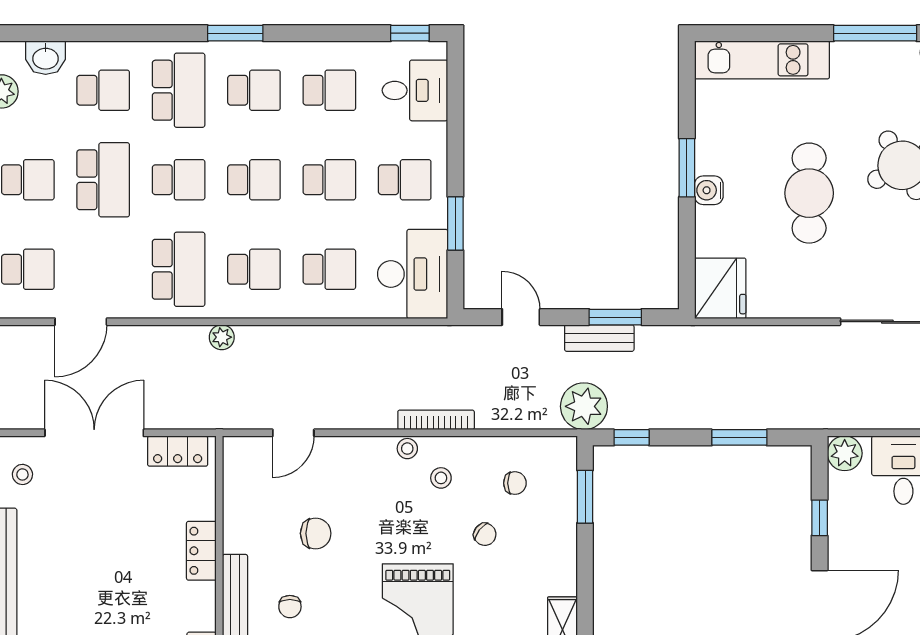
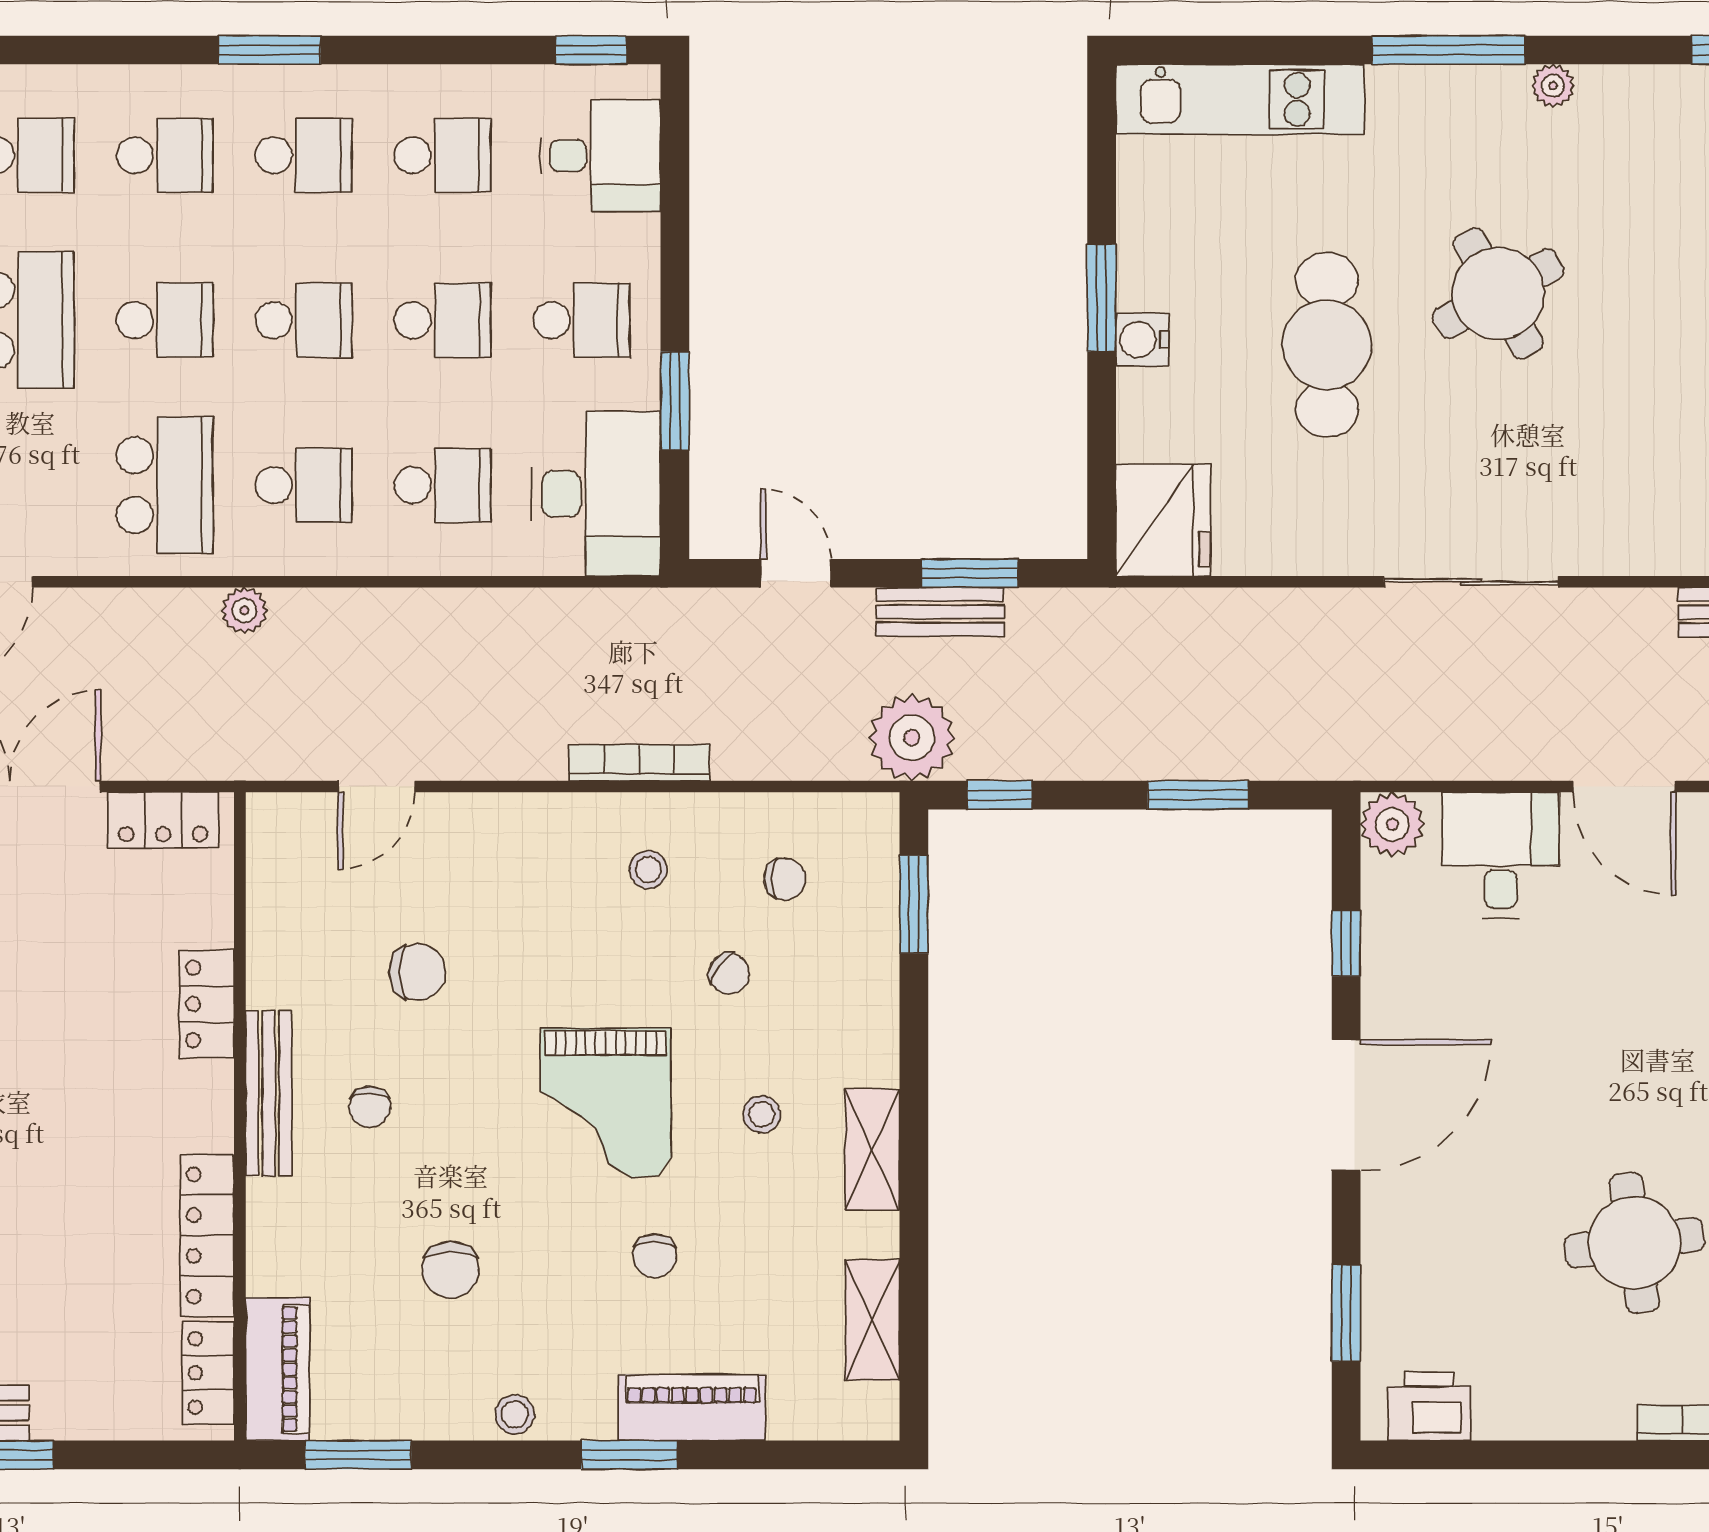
school desk: (179, 90) -> (165, 155), width x0.54
stool: (407, 449) -> (762, 1114), moved

